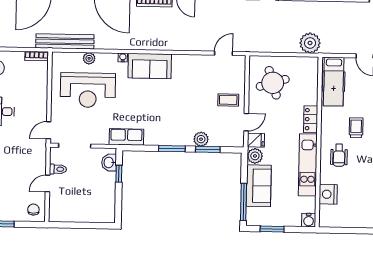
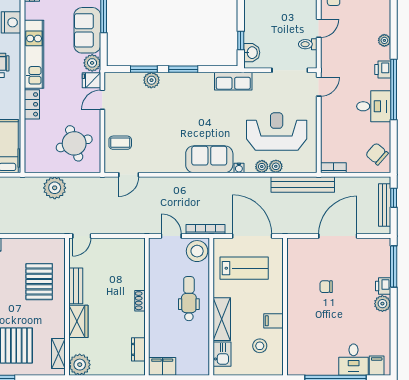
plant: (310, 43) -> (55, 188), moved
plant: (102, 58) -> (262, 167), added
coffee table: (228, 100) -> (120, 143), moved

